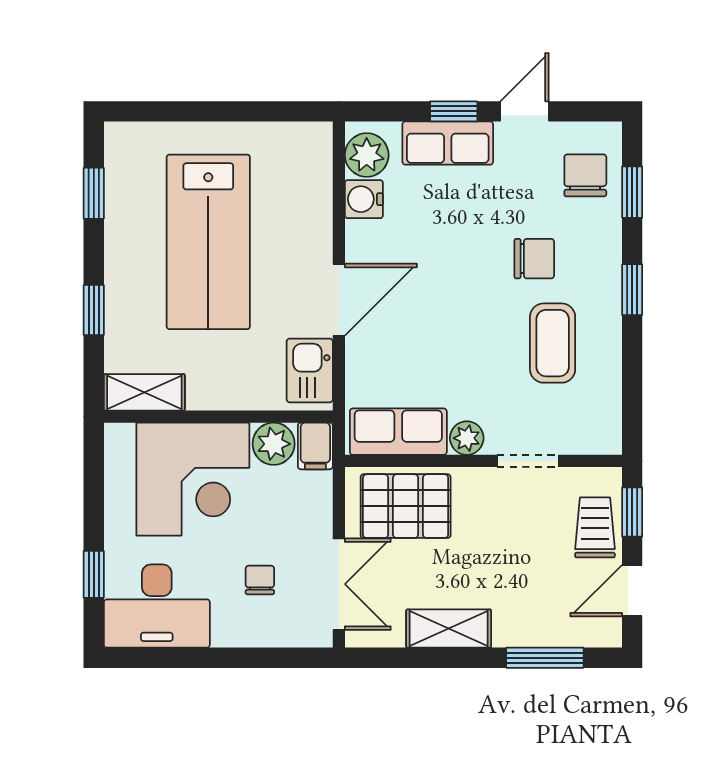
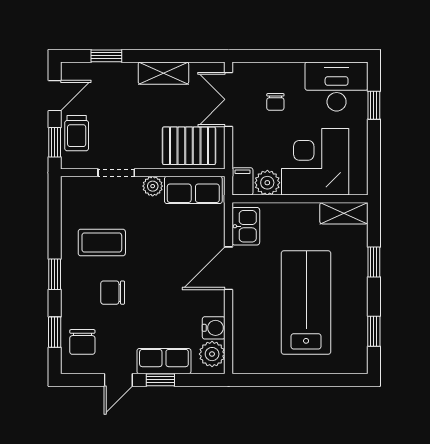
coffee table: (553, 343) -> (102, 242), turned 90
window: (545, 658) -> (106, 56), width x0.67

